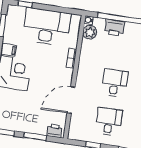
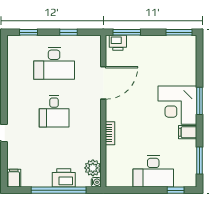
desk: (47, 27) -> (153, 171), width x0.73, depth x0.77
desk: (109, 122) -> (54, 63), width x1.37
window: (35, 137) -> (127, 32), moved

